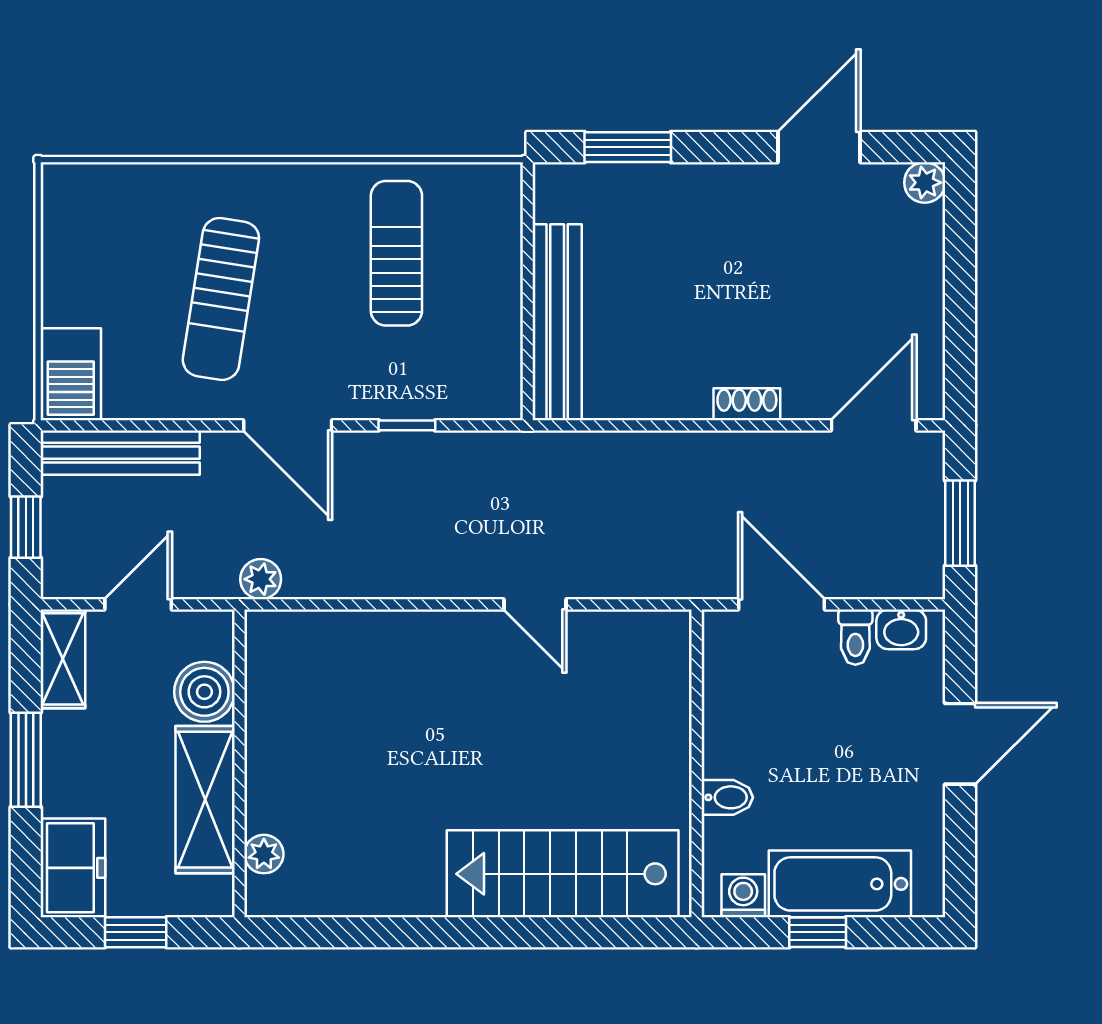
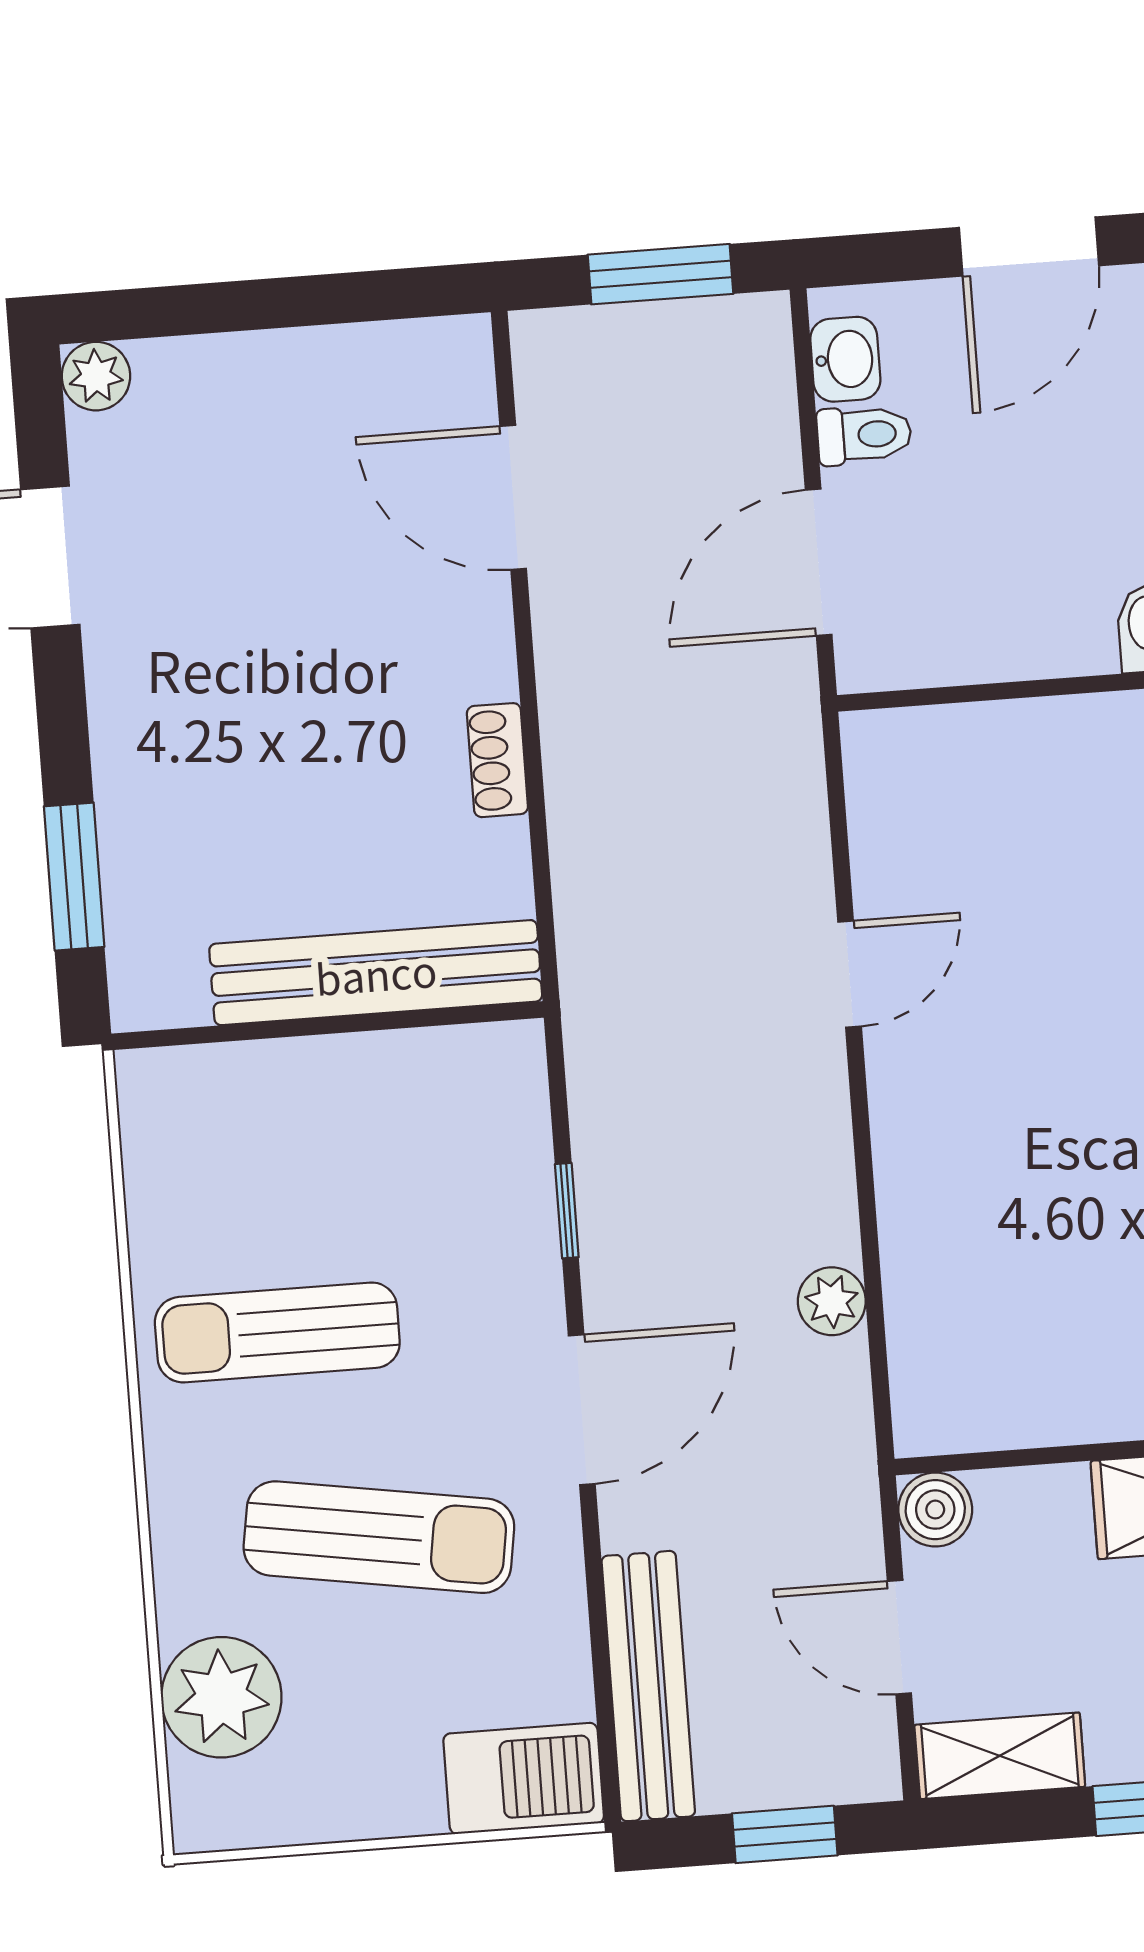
plant: (133, 198) -> (221, 1697), added
sun lounger: (396, 253) -> (277, 1332), moved
shoe rack: (747, 404) -> (497, 760), moved
door: (874, 425) -> (513, 497), moved
plant: (261, 579) -> (832, 1301), moved
boiler: (204, 692) -> (935, 1510), moved, width x0.73, depth x0.73
door: (960, 744) -> (1029, 247), swing flipped

